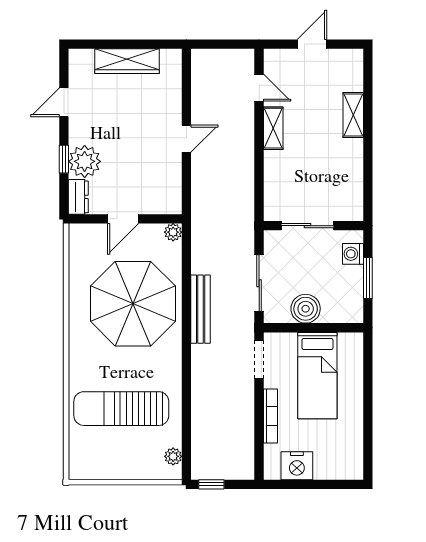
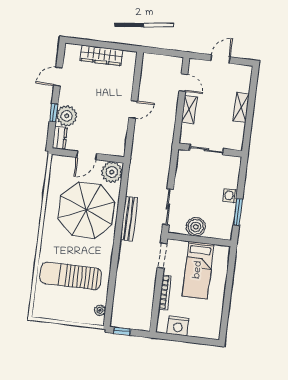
sliding door: (307, 226) -> (206, 150), moved
wall: (313, 226) -> (210, 150), moved
plant: (173, 232) -> (112, 172), width x1.87, depth x1.87

